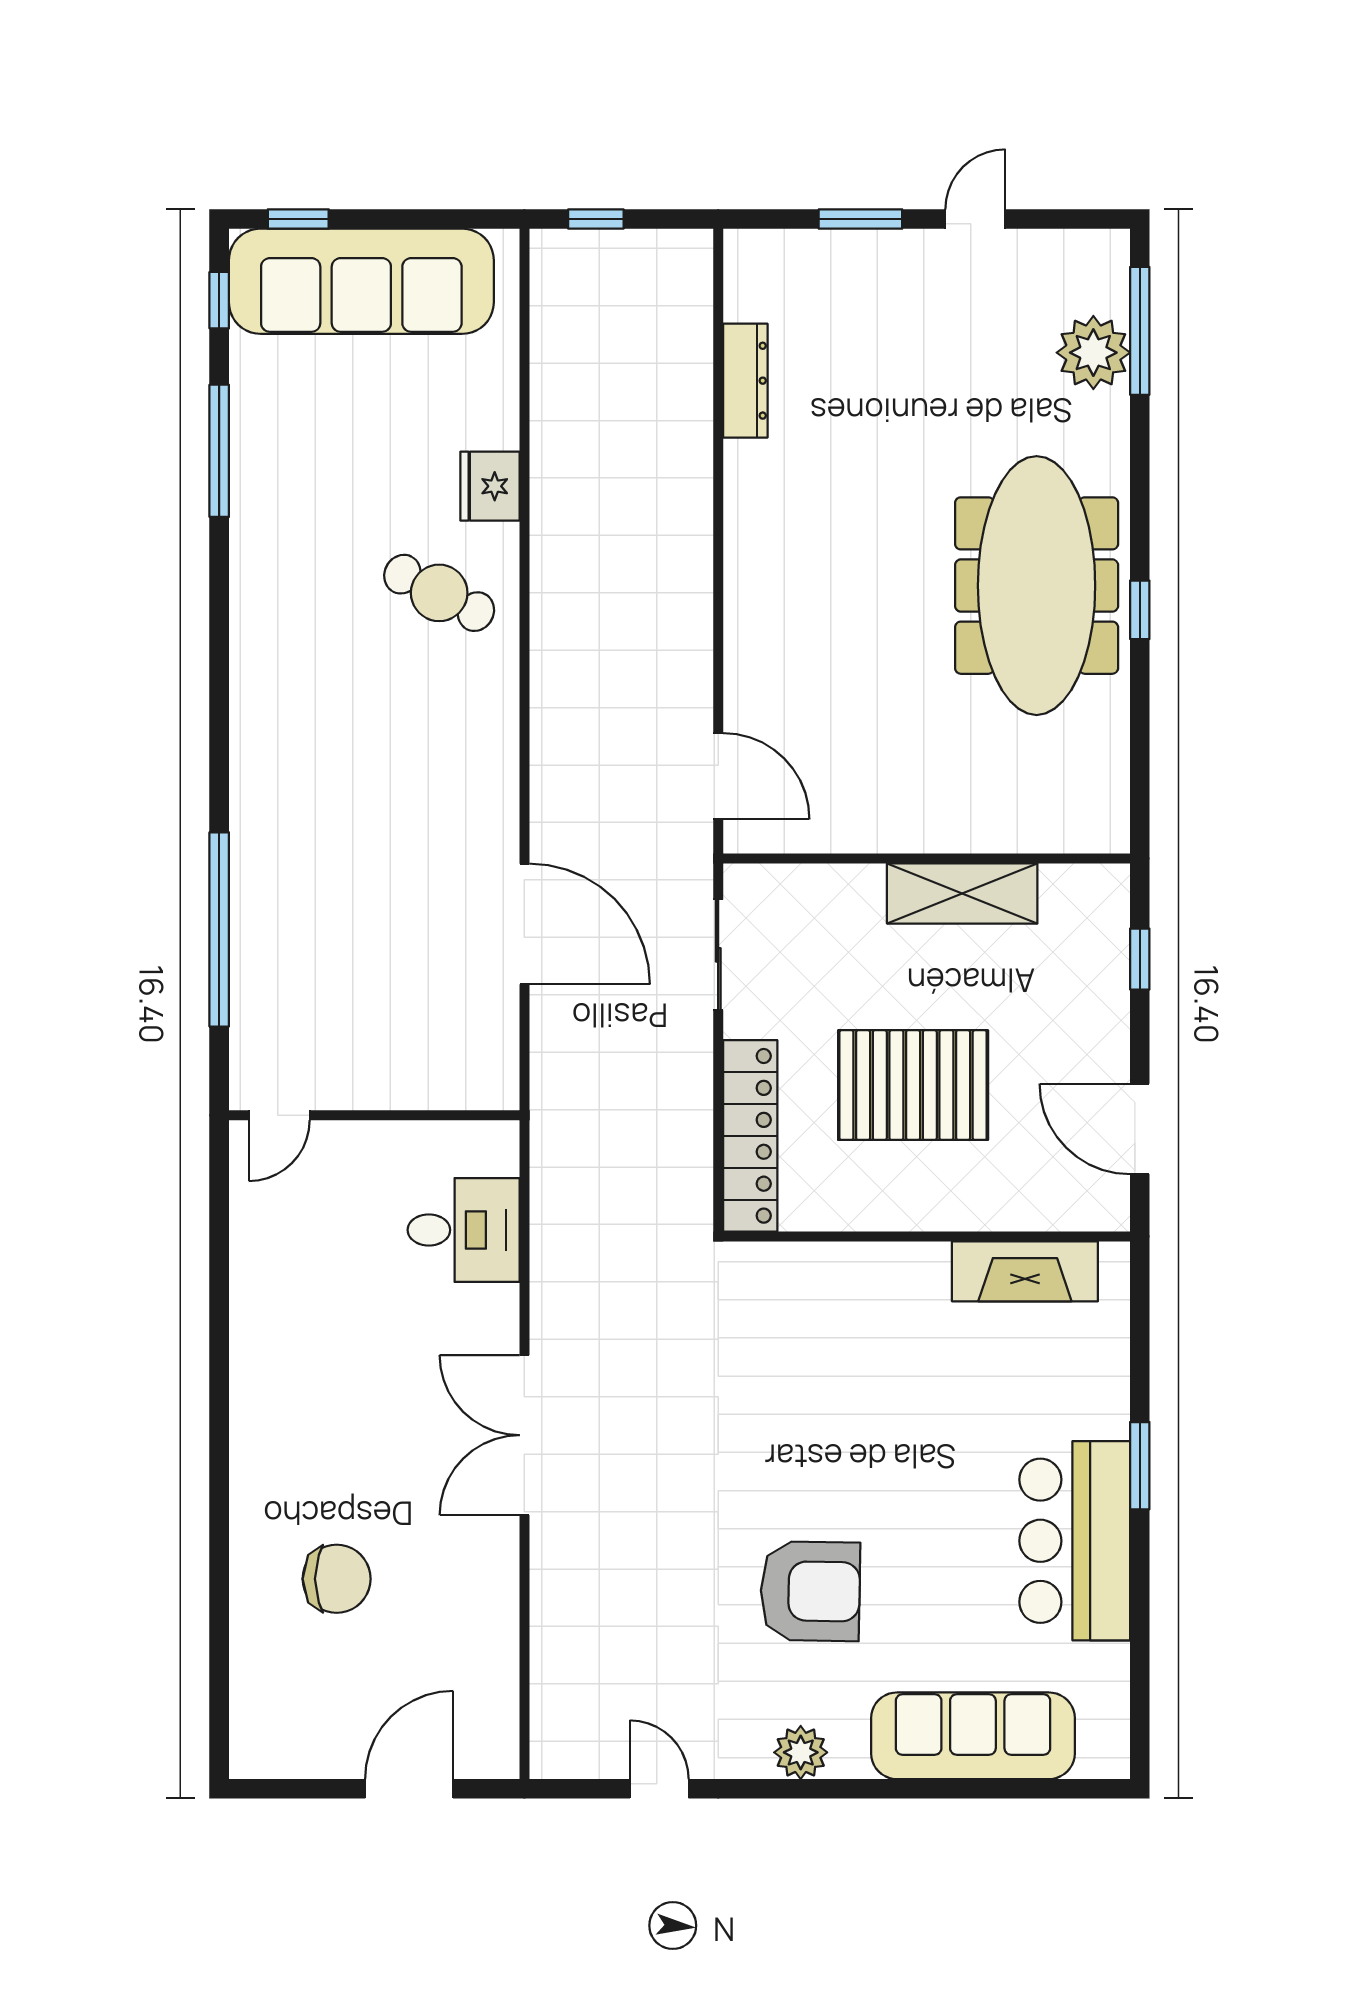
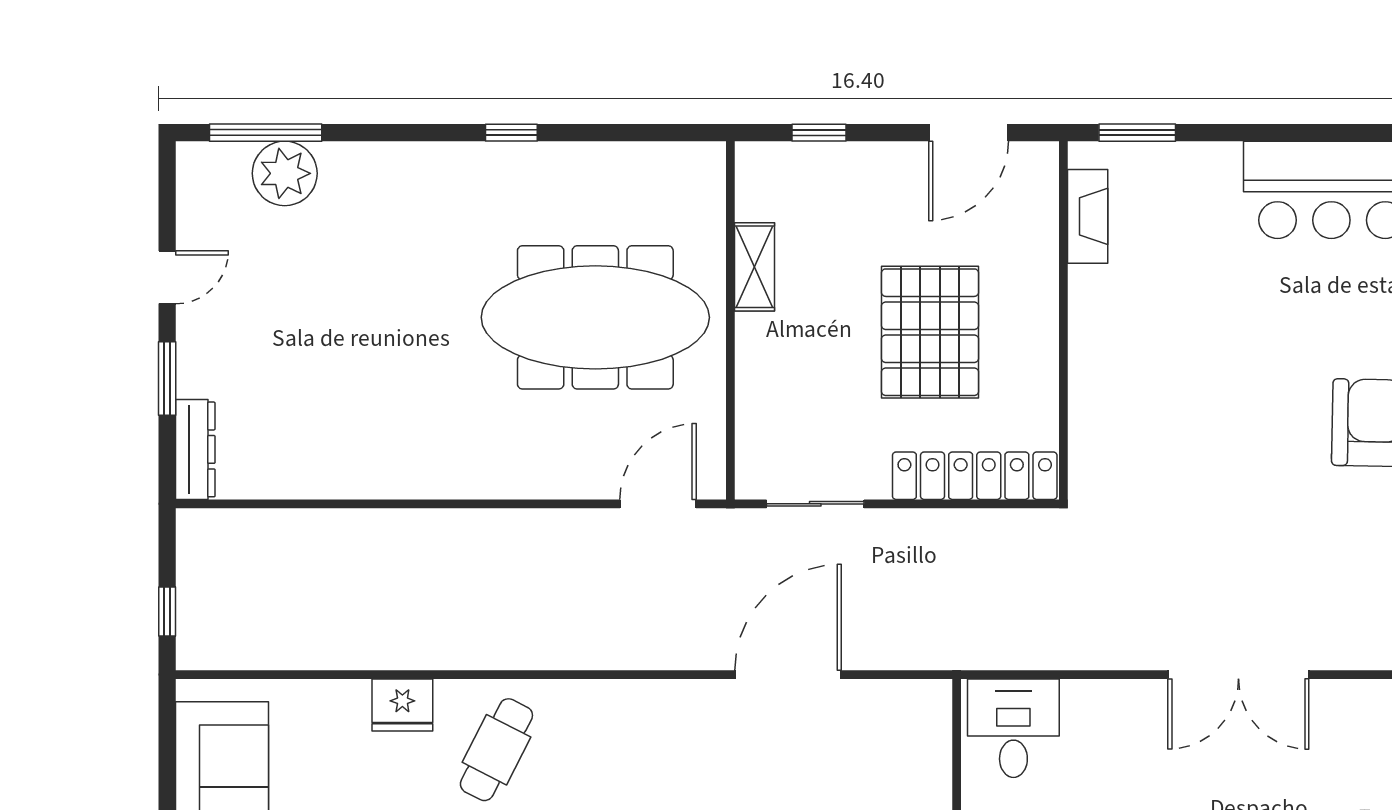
door: (975, 219) -> (167, 277), swing flipped
dresser: (745, 381) -> (195, 449), moved, turned 90
meeting table: (1037, 586) -> (595, 317), moved
shelving: (962, 893) -> (755, 267), width x0.67, depth x0.75
desk: (464, 1230) -> (1013, 728), moved
fireplace: (1025, 1271) -> (1088, 216), width x0.73, depth x0.76
window: (1140, 1466) -> (1137, 133), moved

